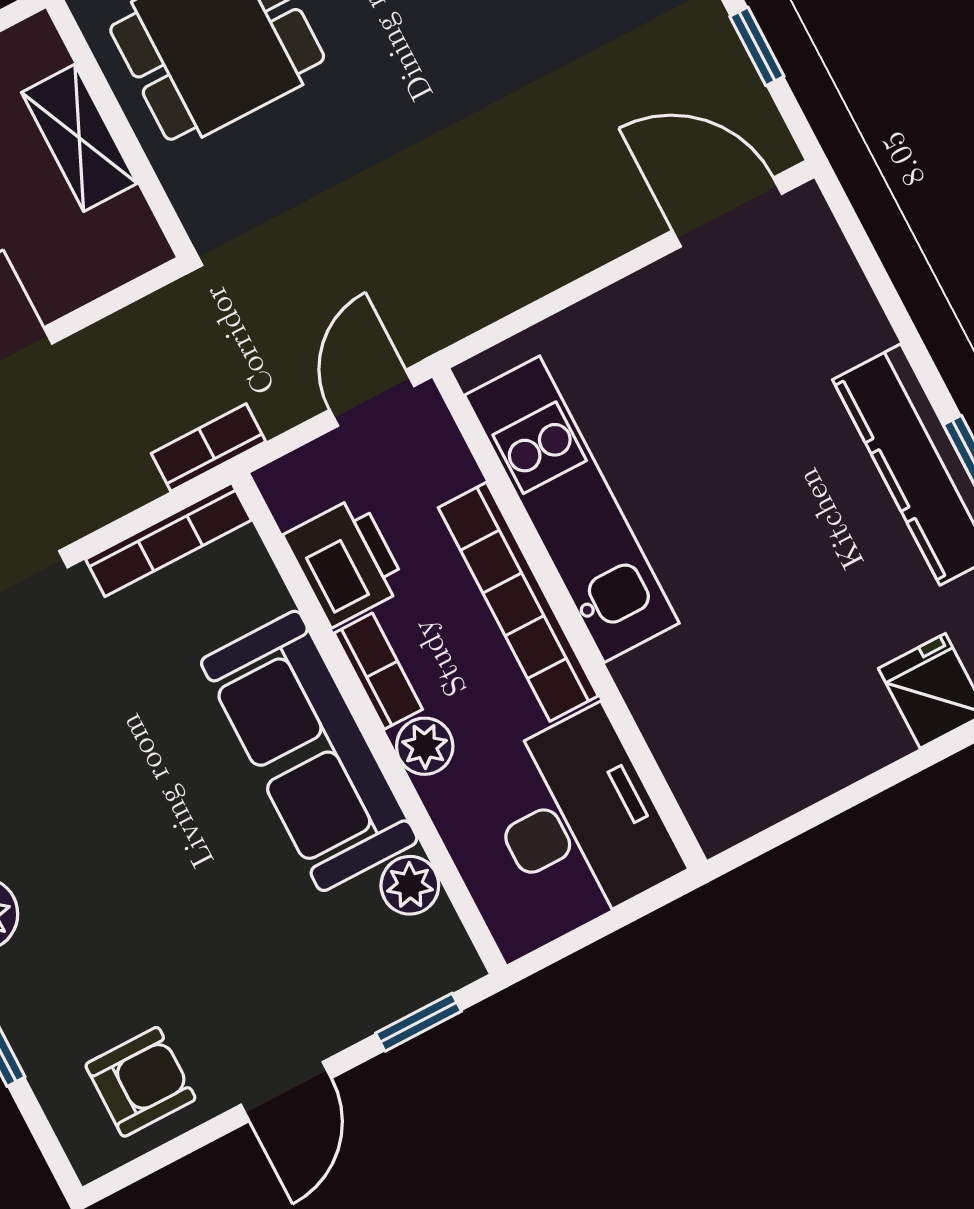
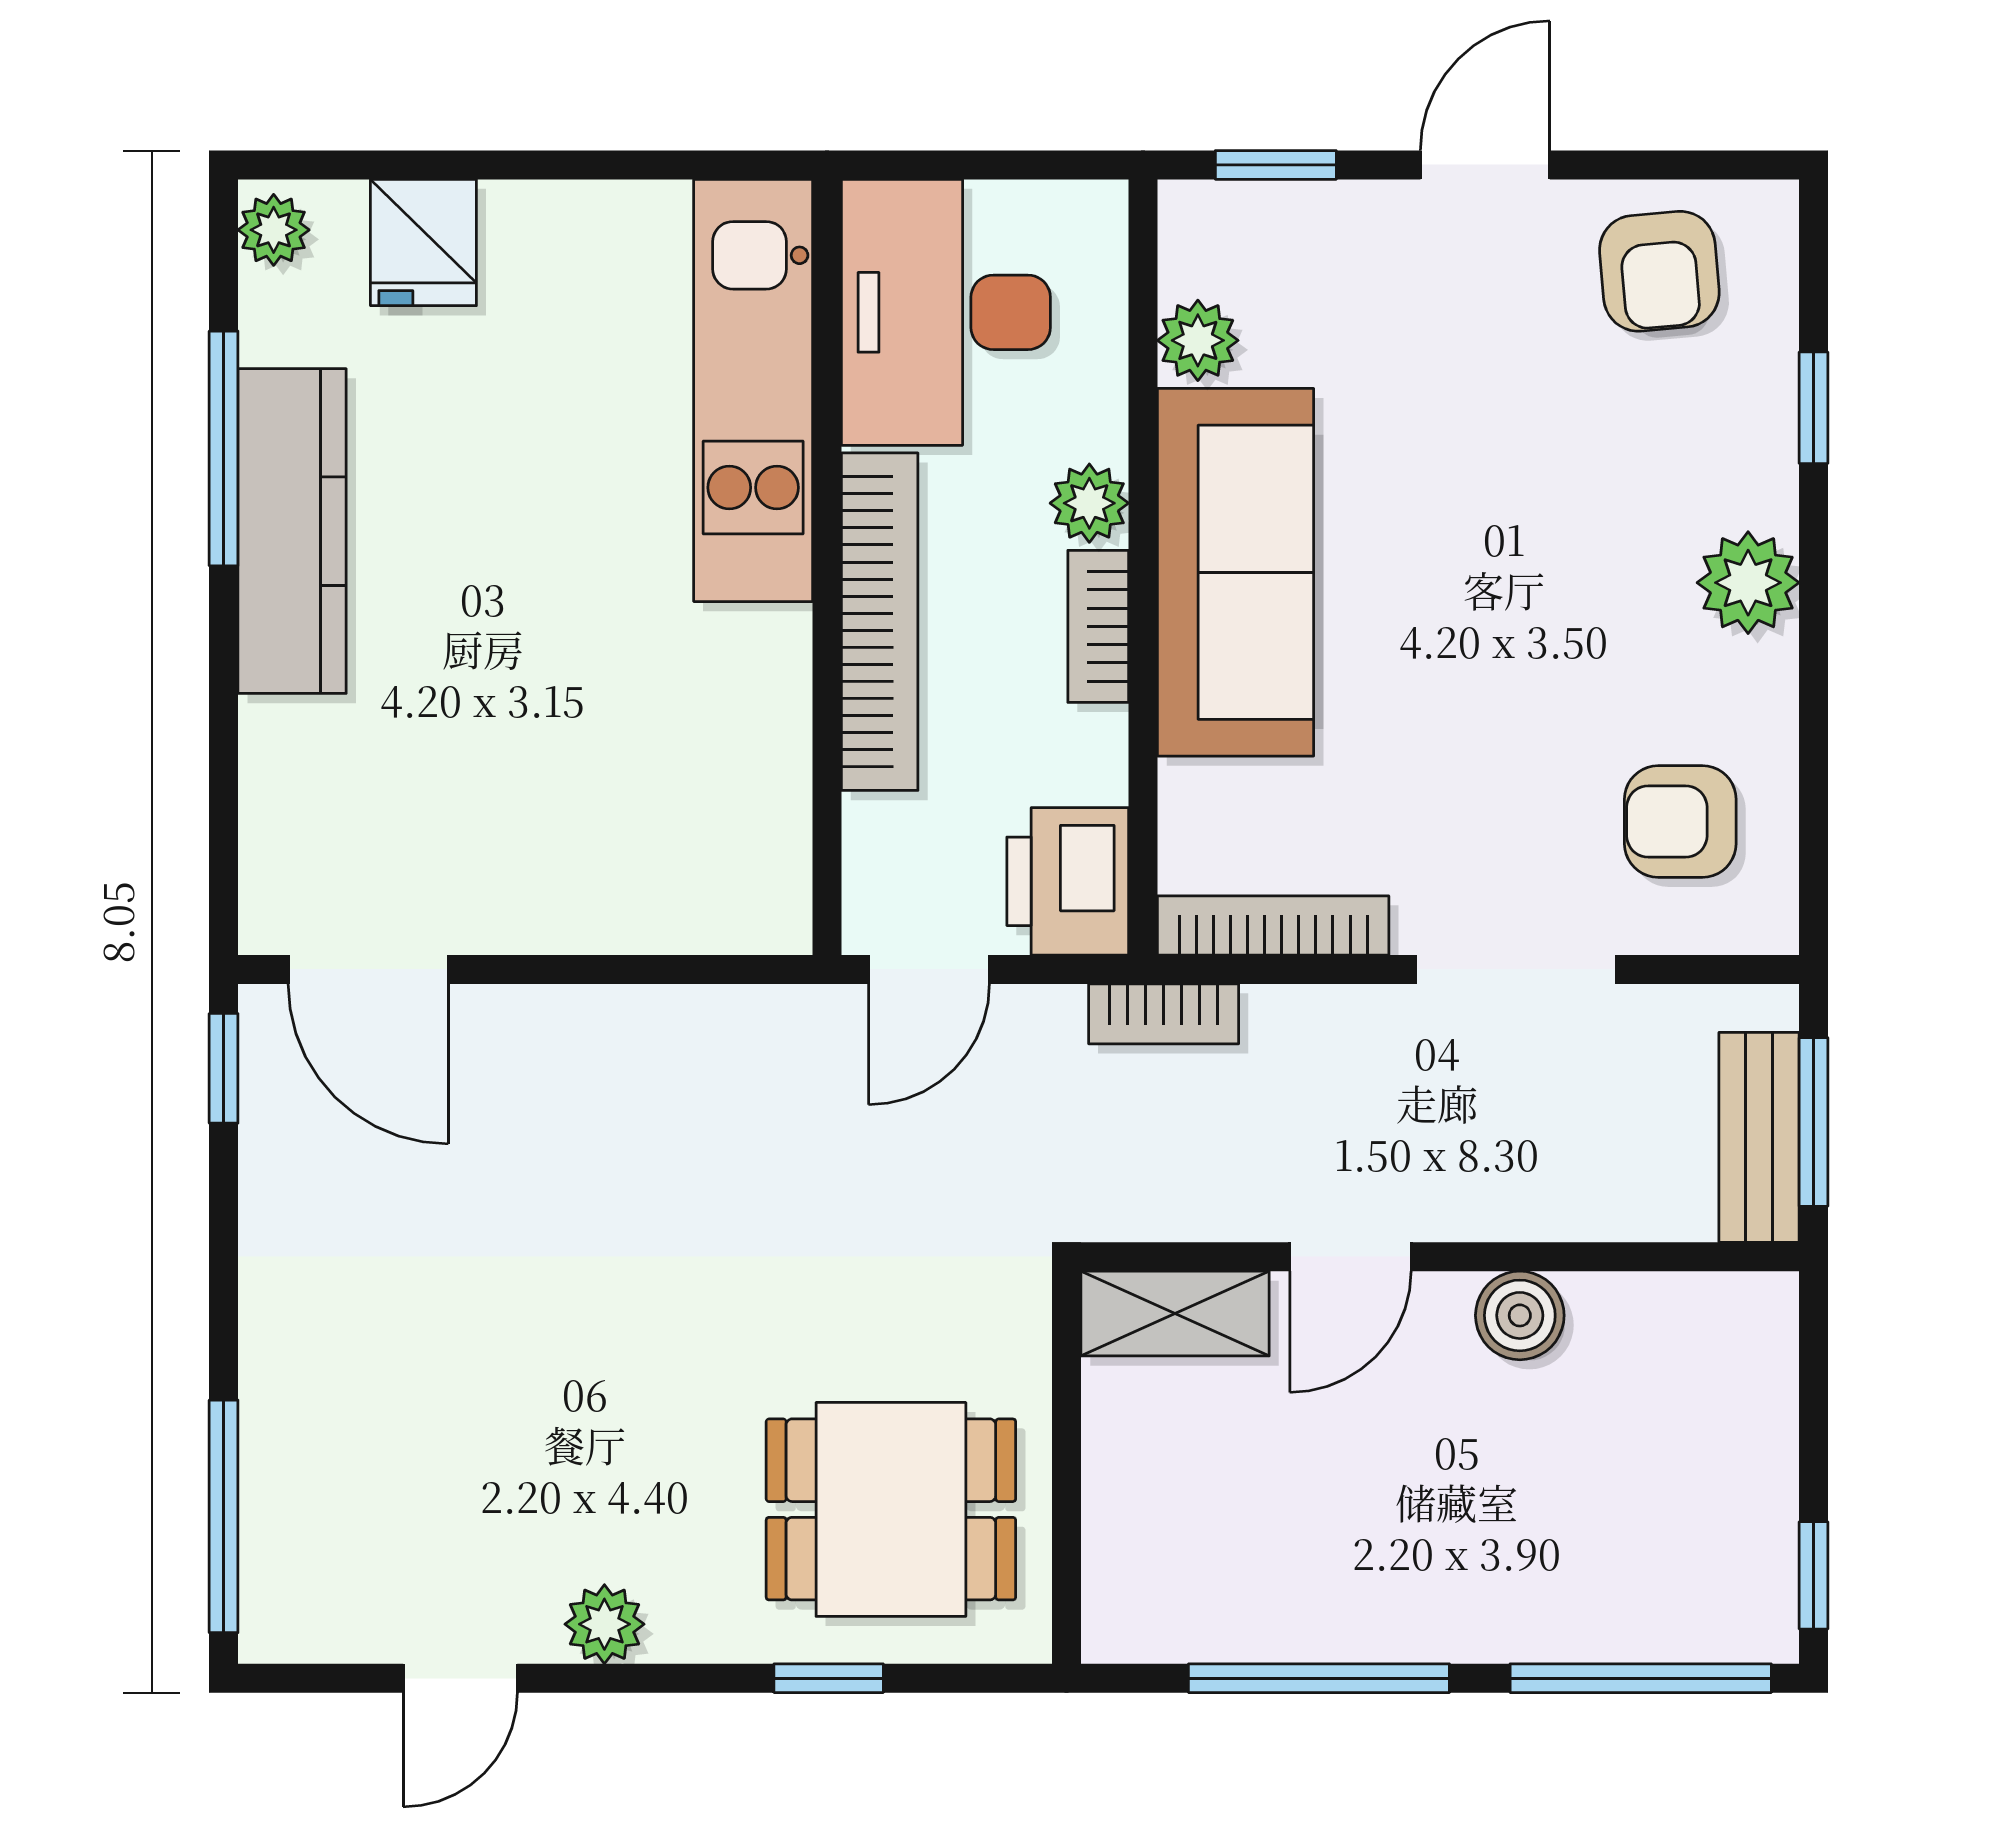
window: (757, 46) -> (224, 1068), moved
shelving: (79, 138) -> (1175, 1314), moved, turned 90
kitchen unit: (572, 509) -> (753, 390), moved
printer: (345, 561) -> (1068, 881), moved
armchair: (140, 1082) -> (1659, 271), turned -95

